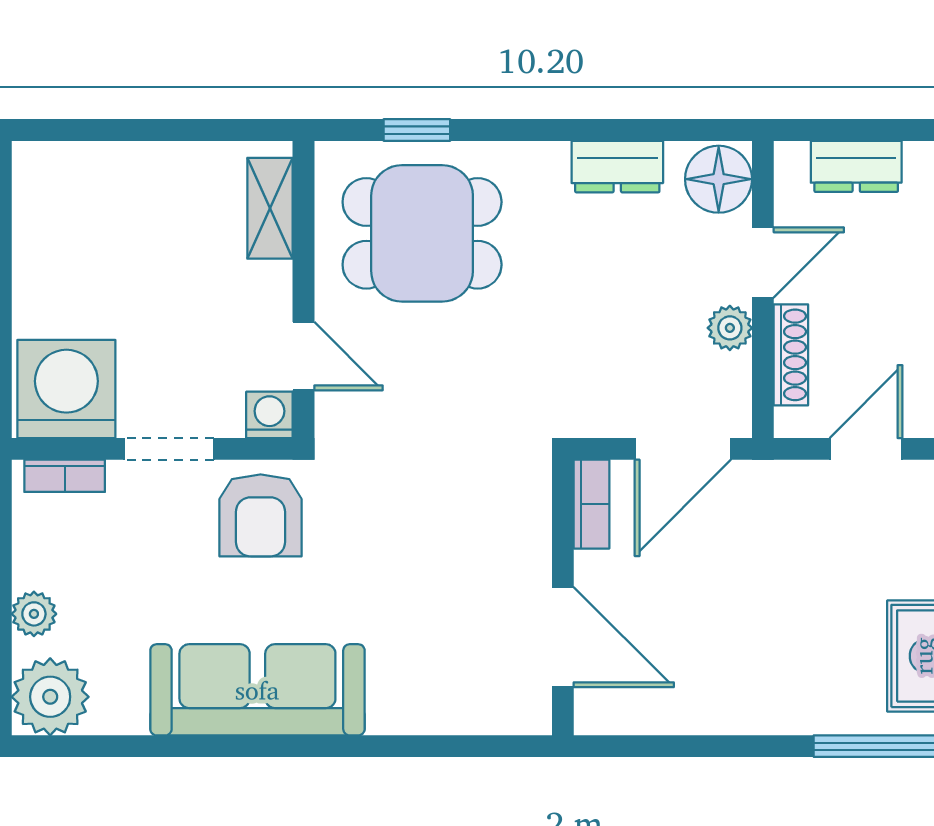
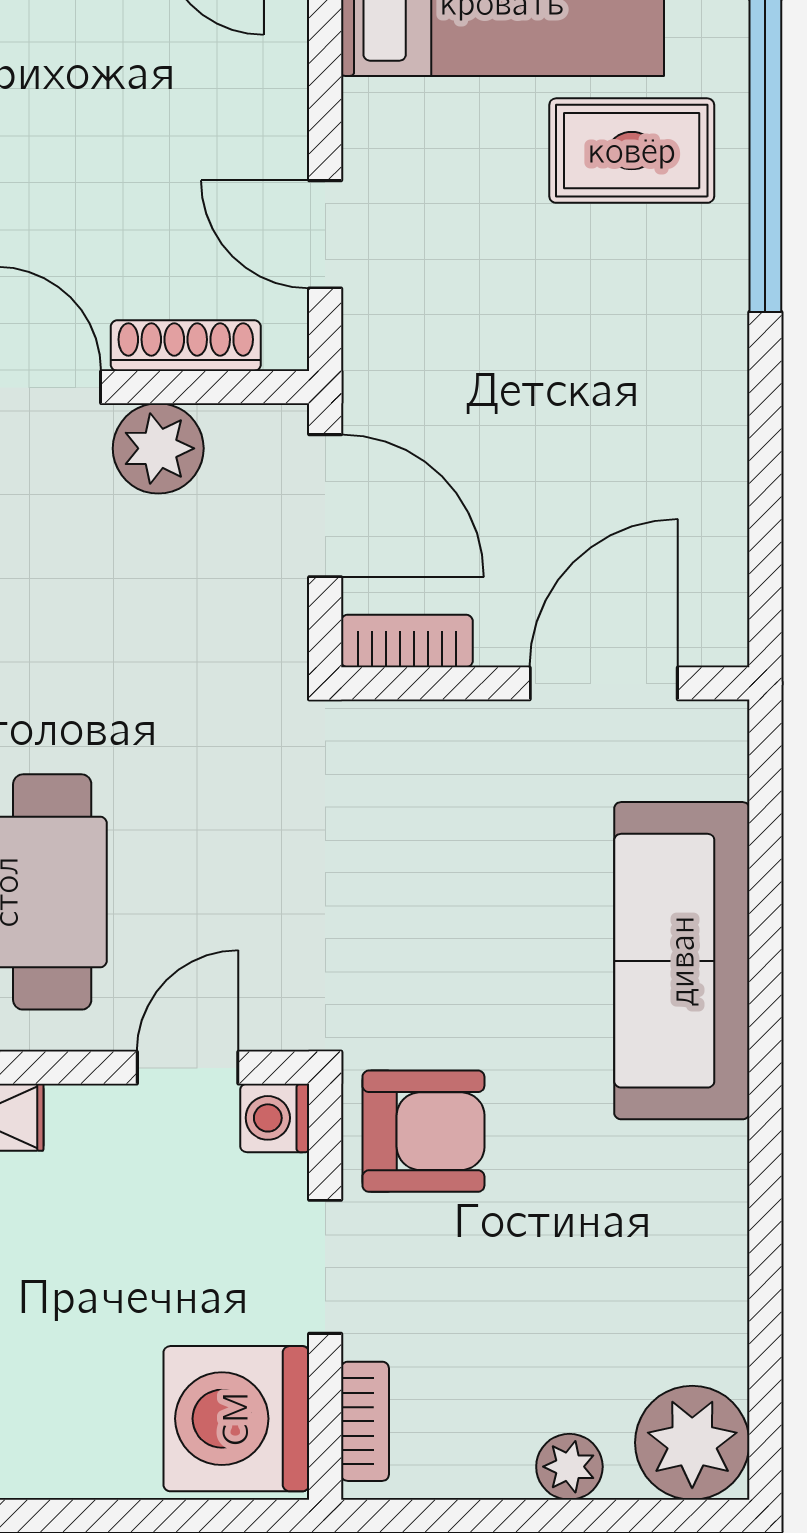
plant: (730, 328) -> (158, 448), width x1.38, depth x1.38
sofa: (257, 690) -> (682, 961), moved

